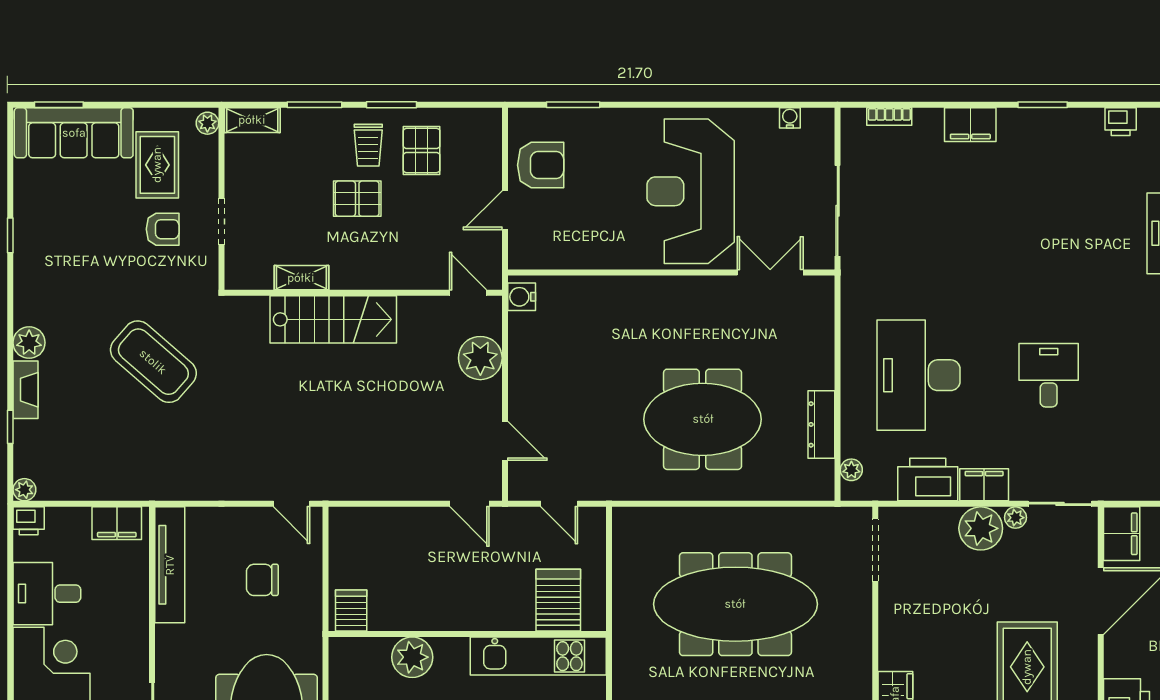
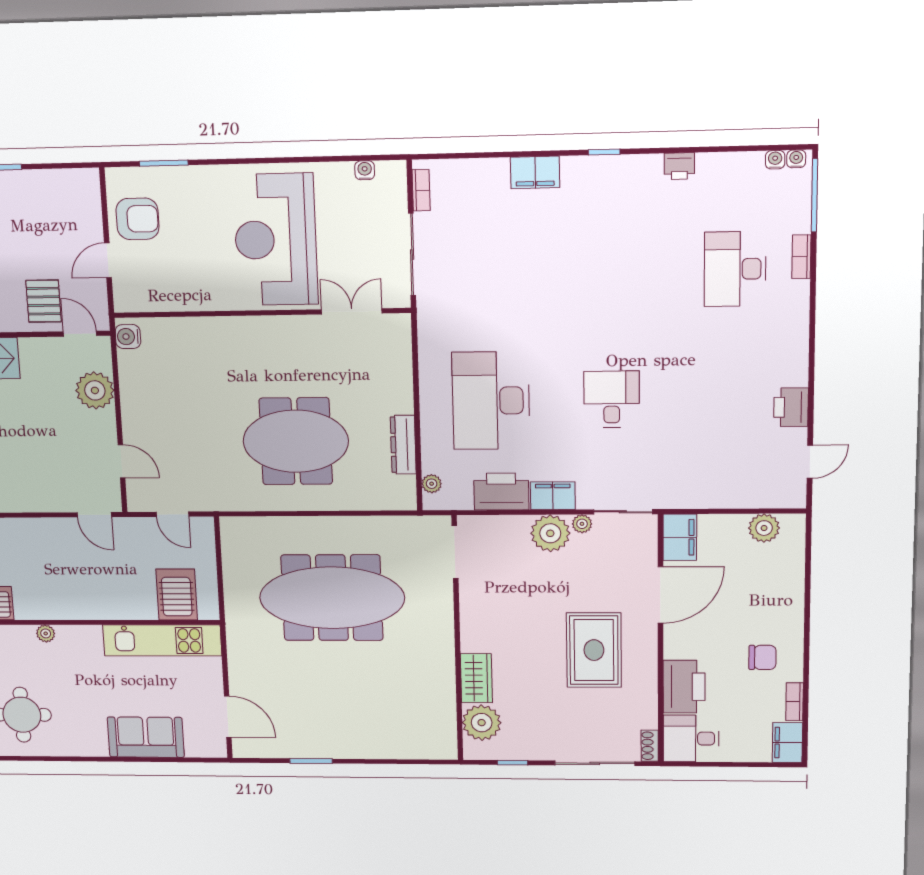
window: (1043, 105) -> (604, 152), width x0.67
bookcase: (889, 117) -> (421, 190), moved, turned -90
pallet: (422, 150) -> (44, 301), moved
plant: (412, 657) -> (46, 633), width x0.53, depth x0.53

